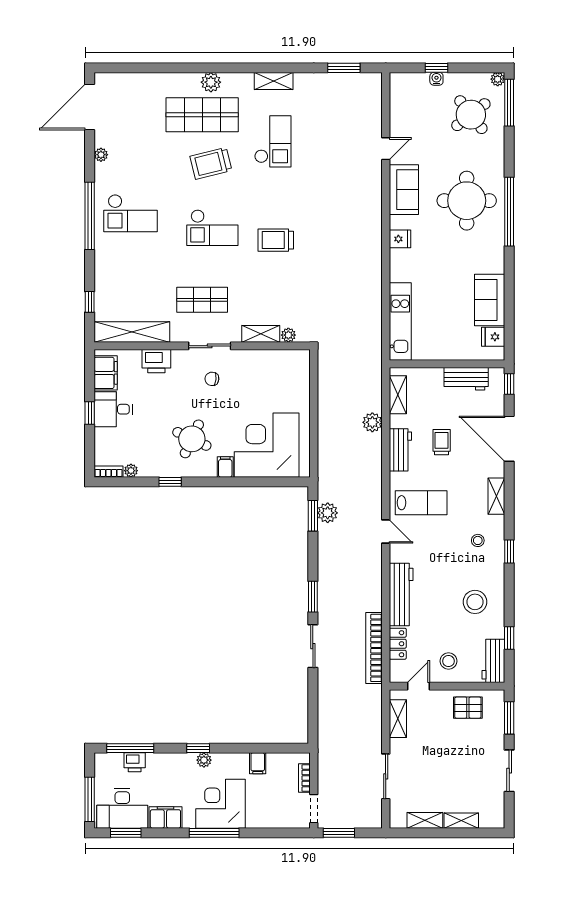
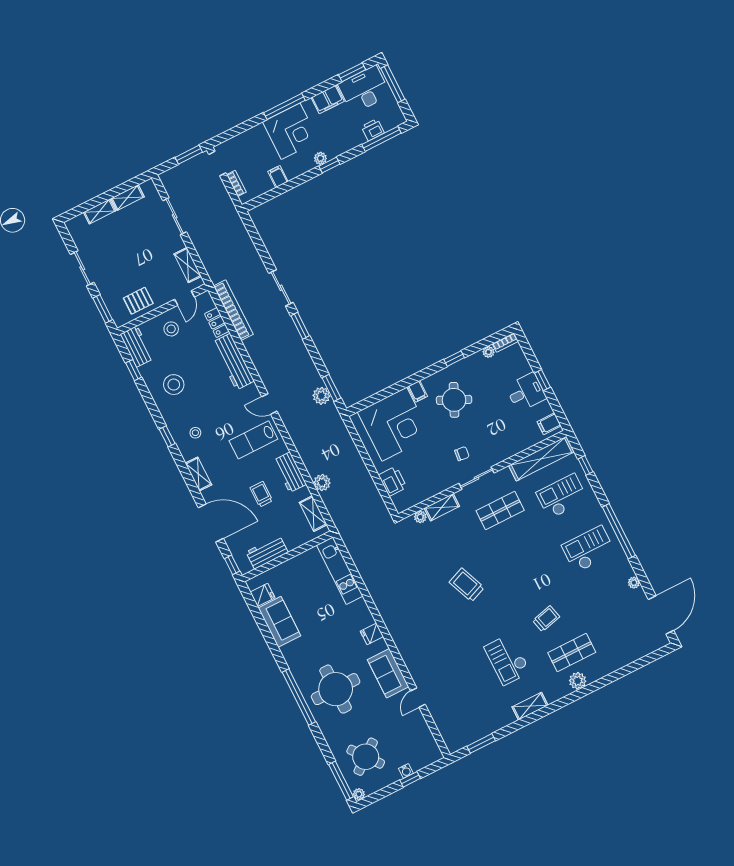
shop shelf: (202, 115) -> (572, 652), width x0.70, depth x0.74
trolley: (211, 163) -> (546, 619), width x0.73, depth x0.72
checkout: (212, 228) -> (562, 496), moved
trolley: (276, 240) -> (467, 585), turned -112
printer: (156, 361) -> (393, 481), moved, turned 90
filing cabinet: (106, 373) -> (549, 424), width x0.50
trolley: (442, 442) -> (261, 494), turned 180

